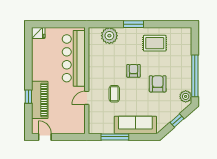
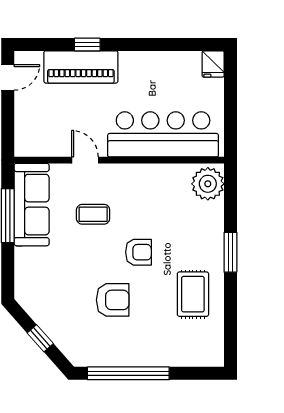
plant: (109, 36) -> (208, 184), moved
plant: (186, 96) -> (88, 355), removed
sofa: (135, 125) -> (32, 205), moved

